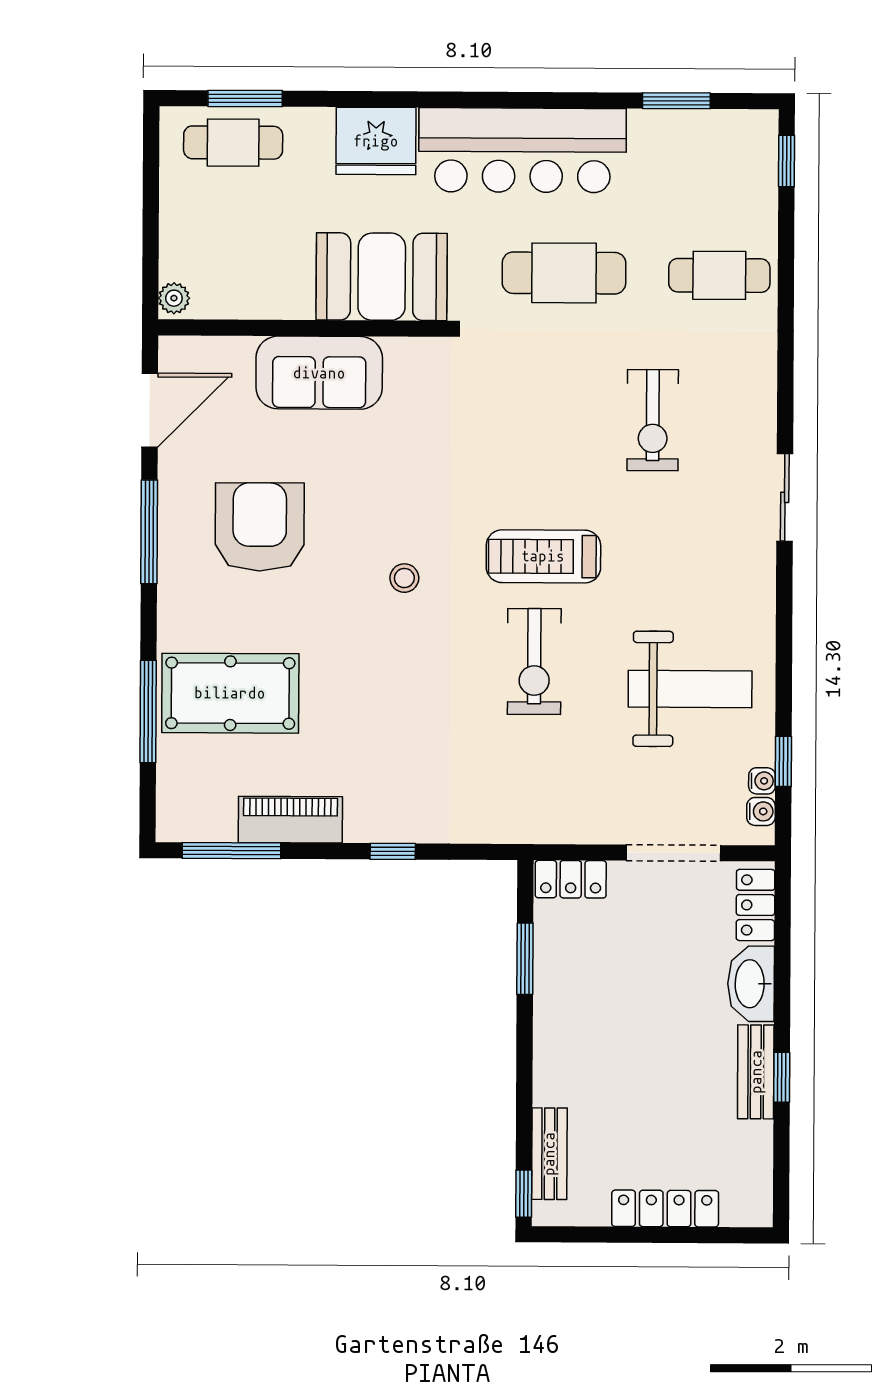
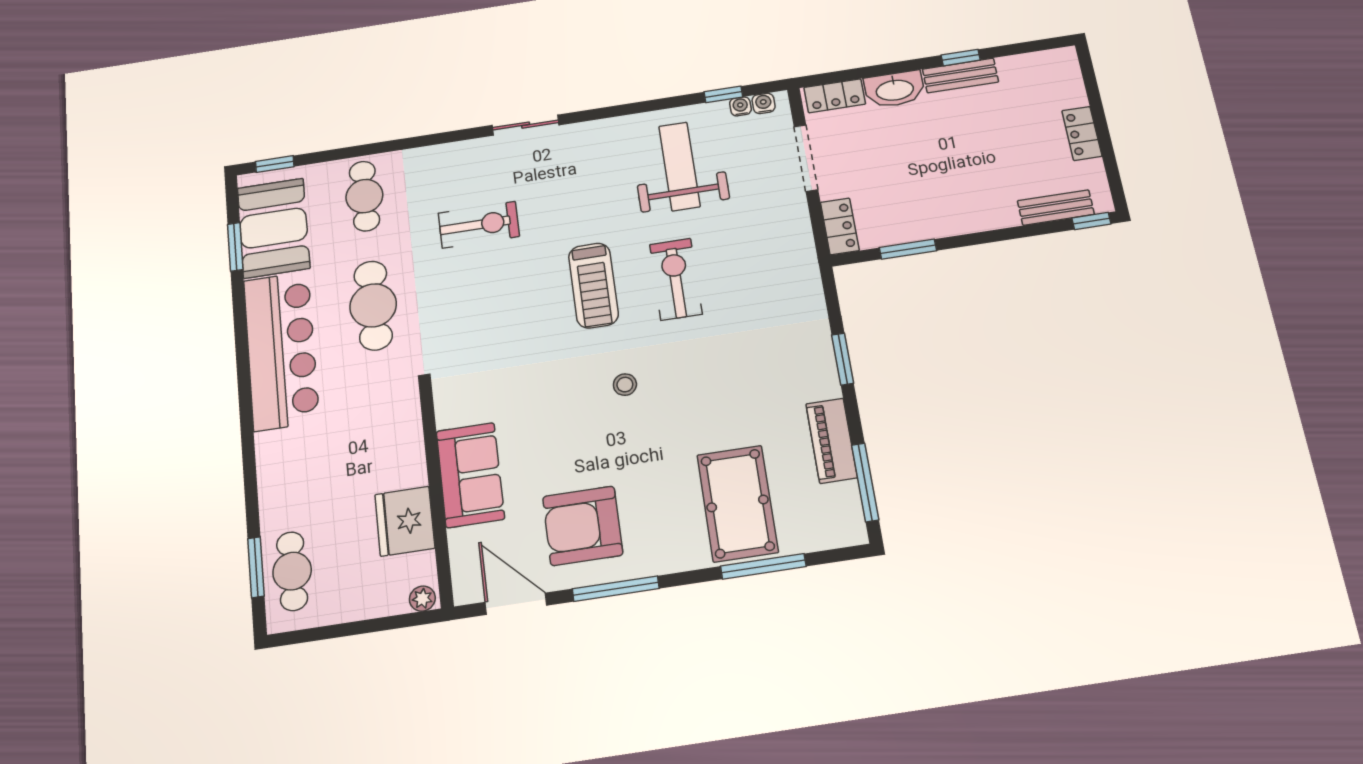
fridge: (376, 141) -> (405, 521), moved, turned 180
booth: (382, 277) -> (274, 228), moved
armchair: (260, 527) -> (583, 526), moved
exercise bike: (534, 661) -> (676, 279), turned -90
window: (393, 851) -> (843, 359), width x1.50
locker: (665, 1209) -> (1082, 133), width x0.66

